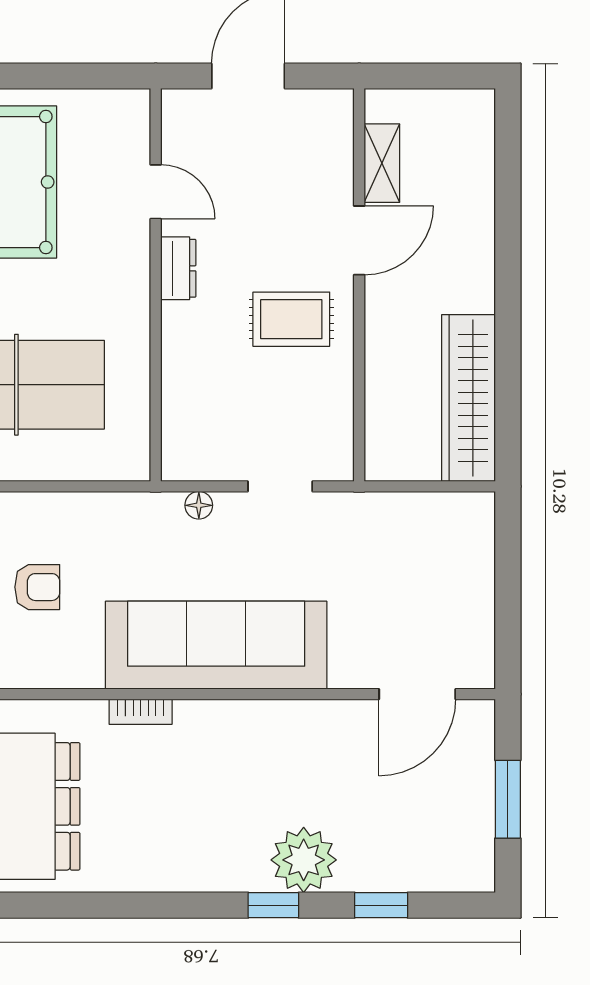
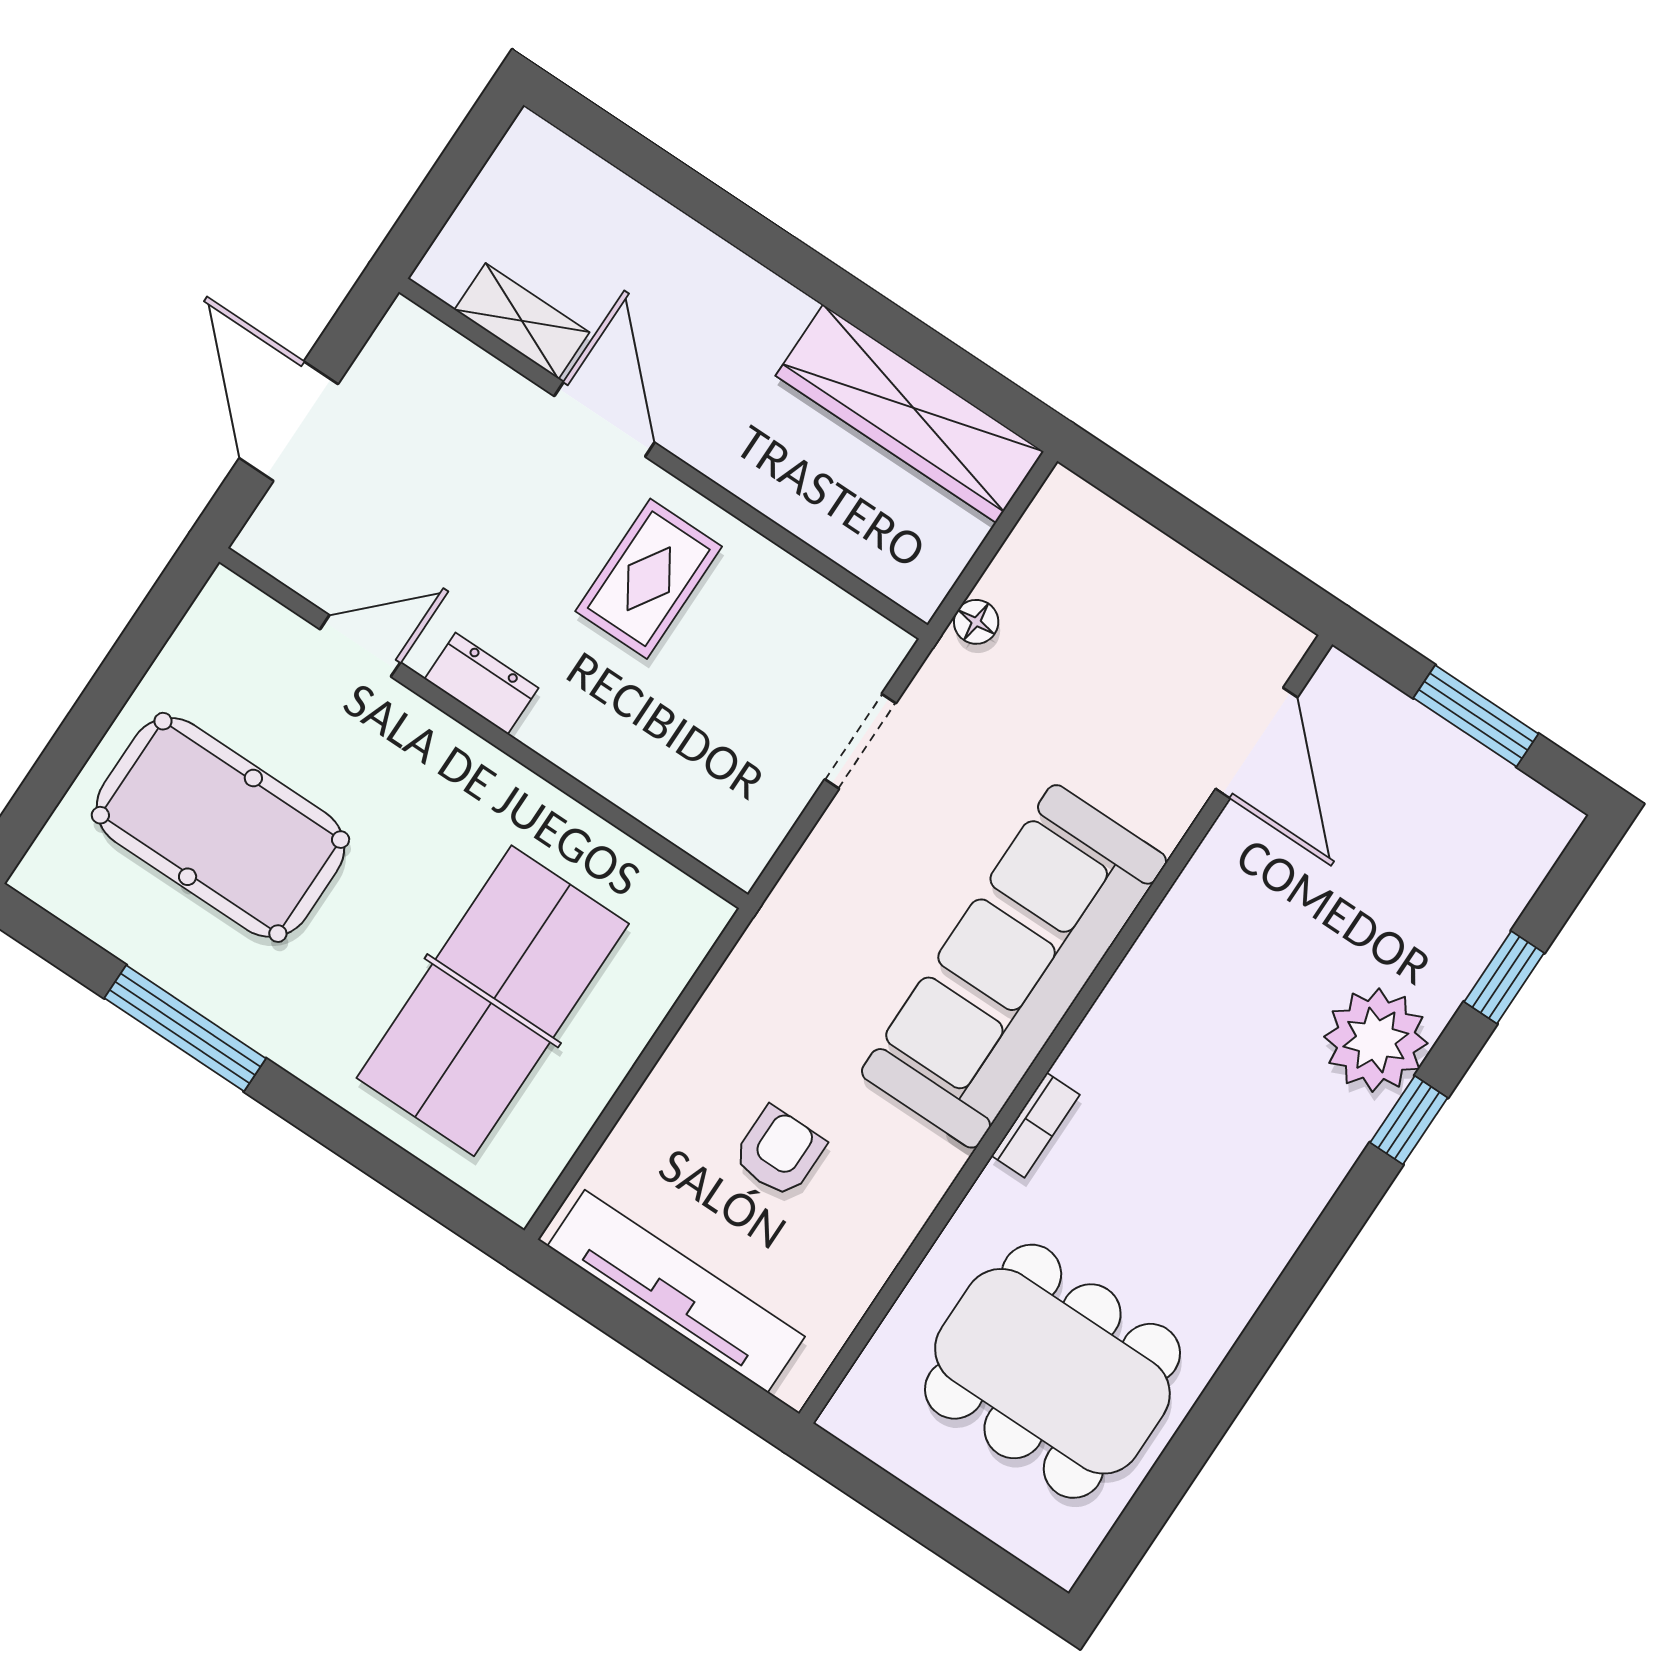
floor lamp: (199, 505) -> (976, 622), moved

